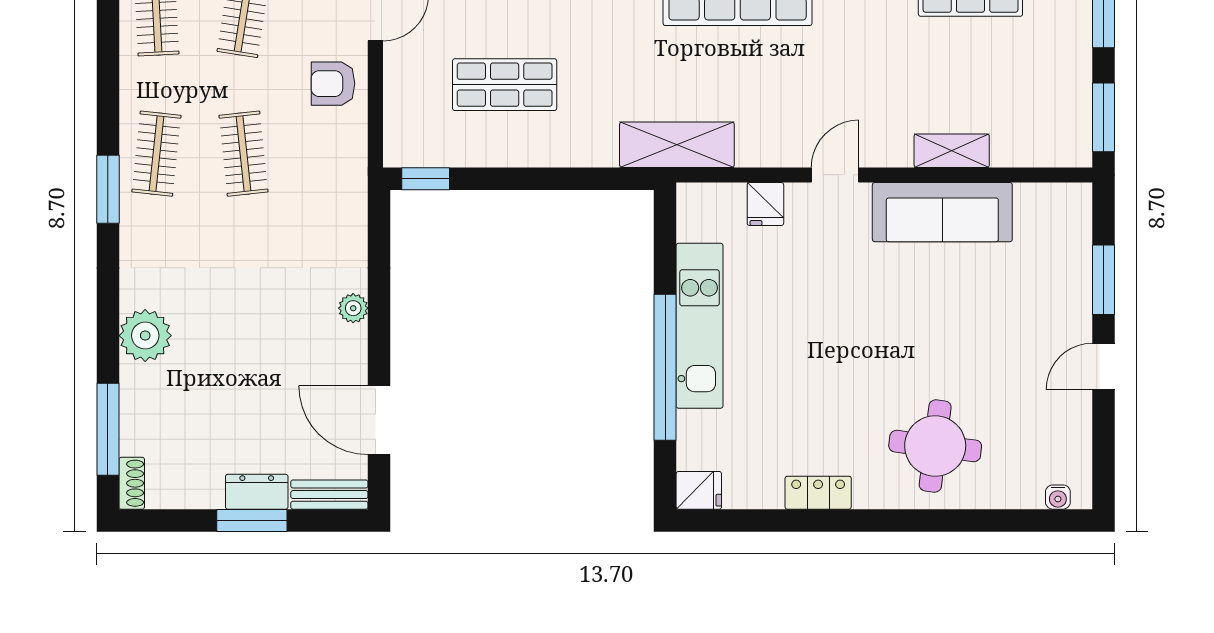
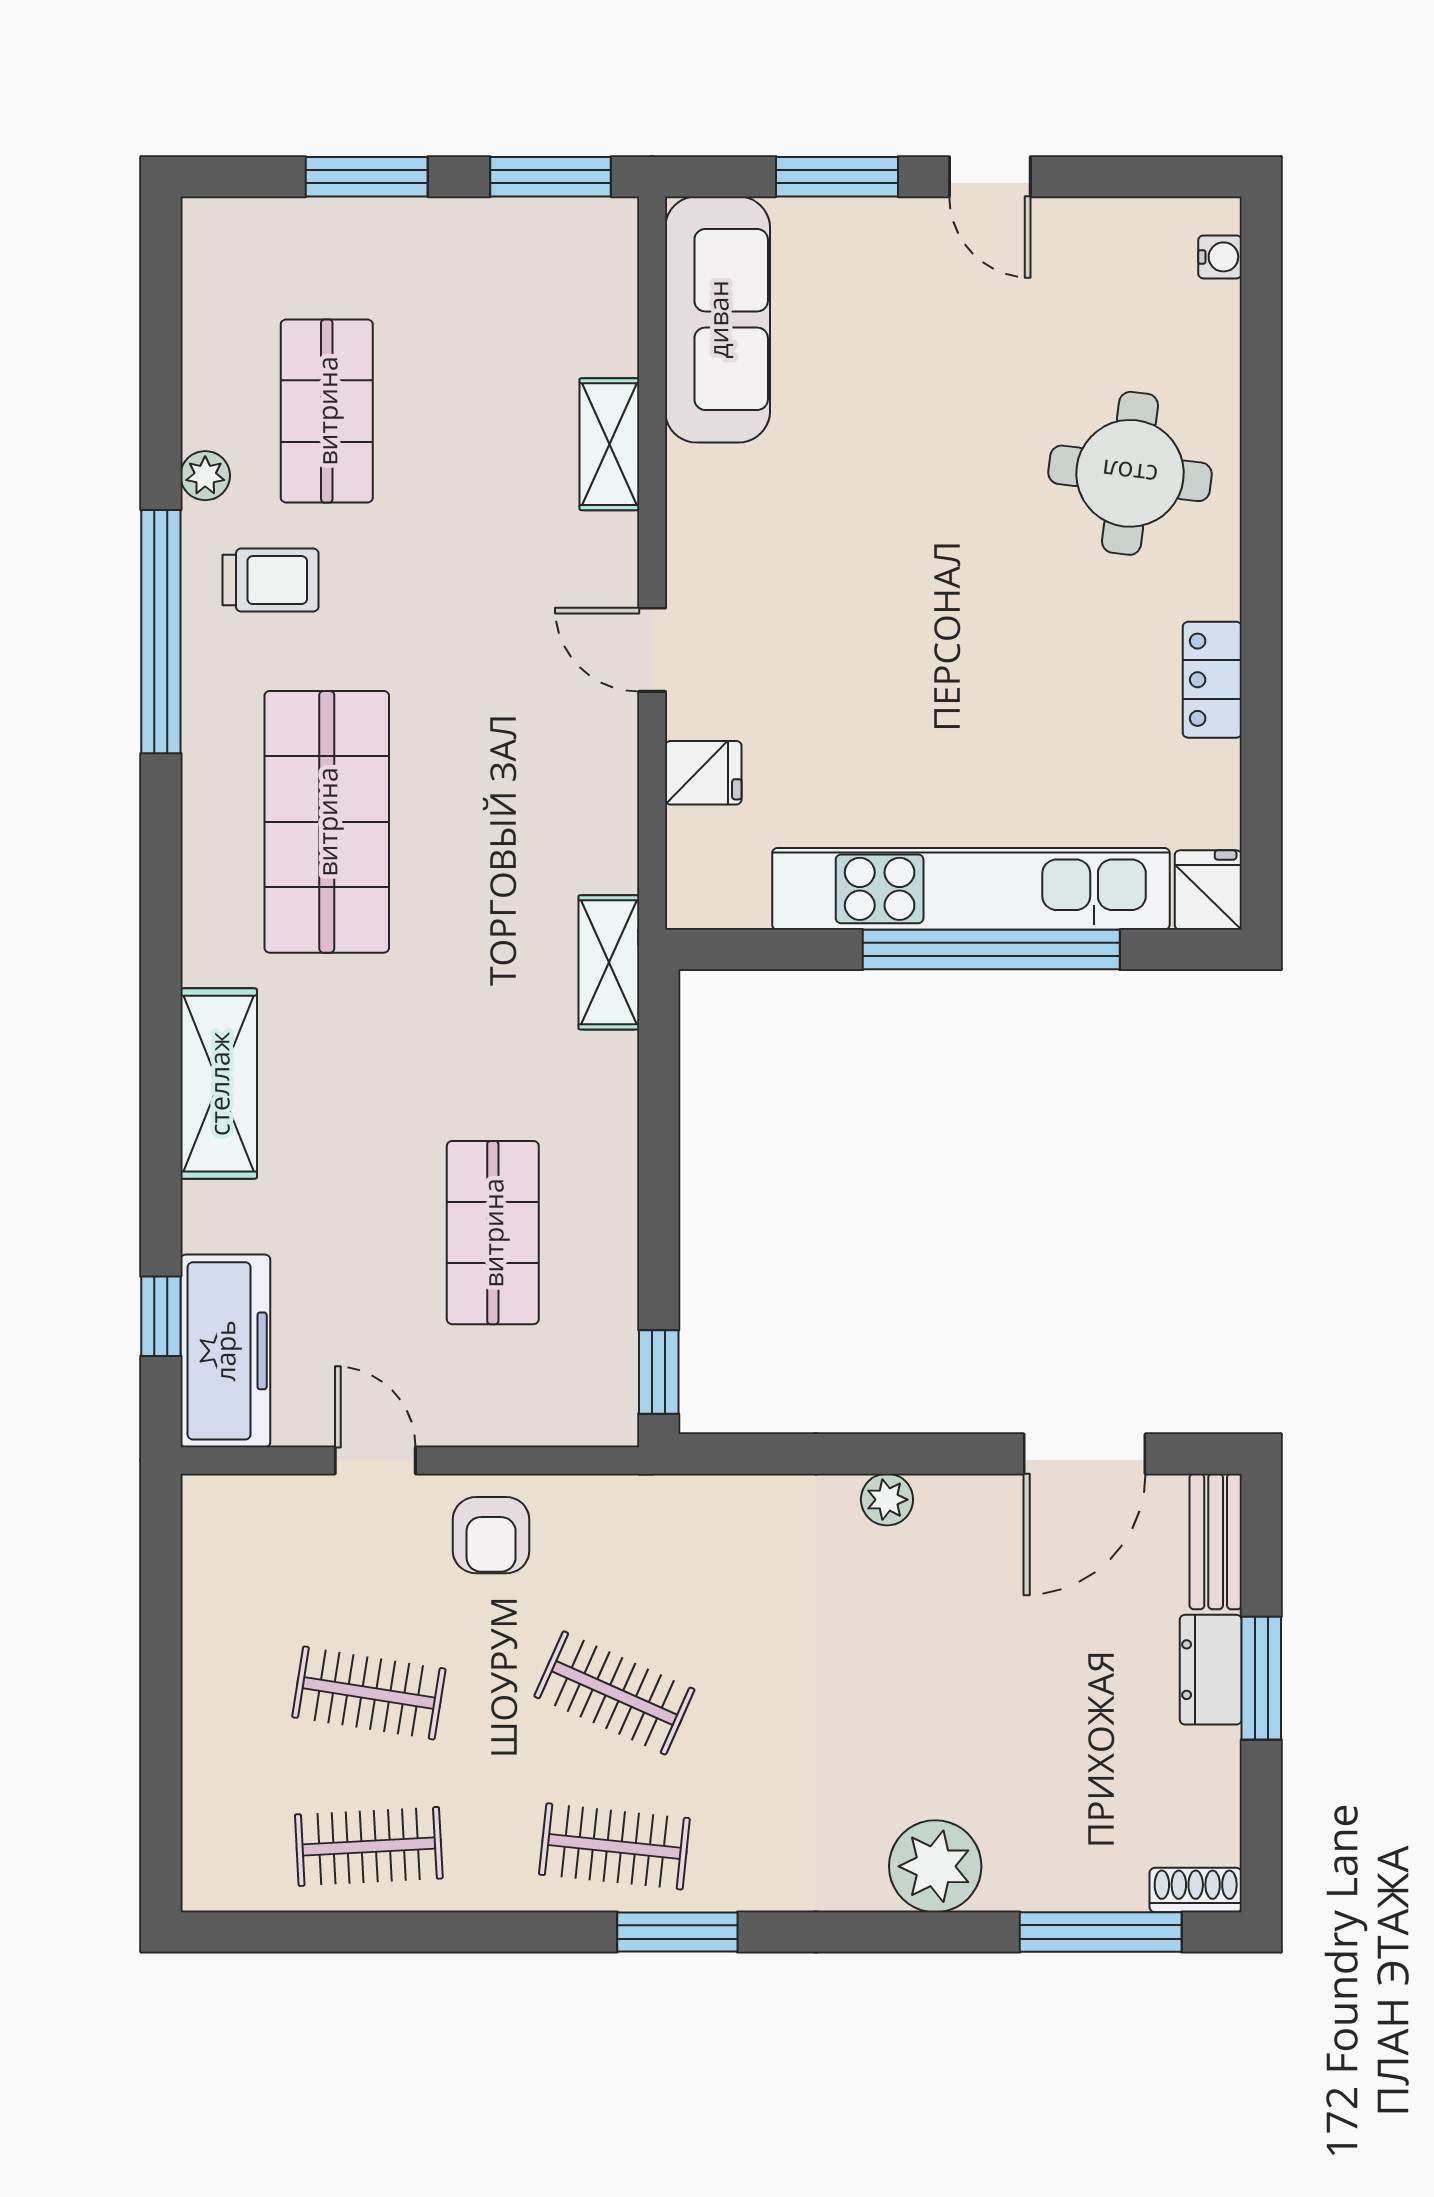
shelving: (677, 145) -> (609, 962), width x0.67, depth x0.75
clothes rail: (244, 154) -> (614, 1693), turned 30
sofa: (942, 212) -> (718, 319), moved
kitchen unit: (700, 326) -> (971, 889), width x1.36

